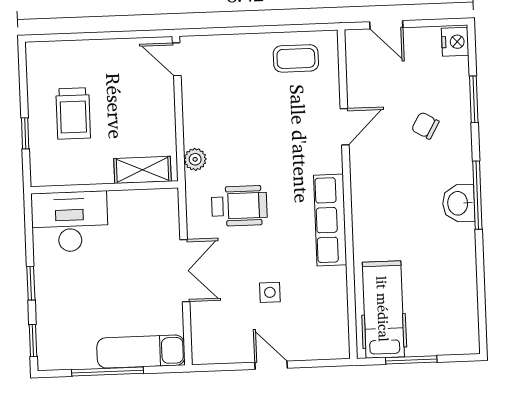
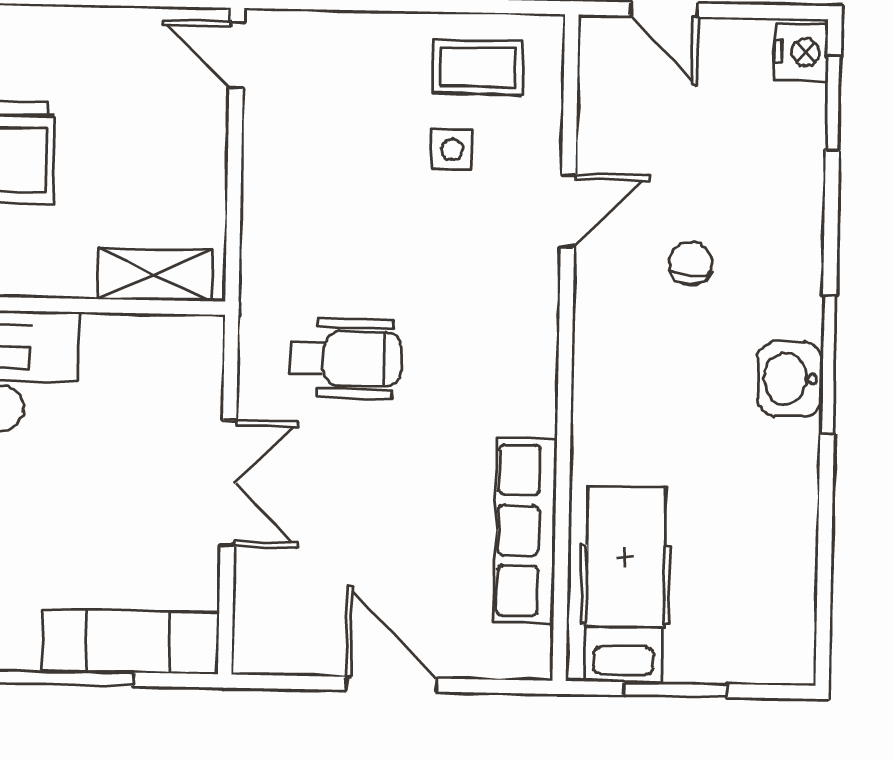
window: (474, 99) -> (833, 103), moved
chair: (425, 126) -> (691, 263), moved, turned 60
plant: (195, 159) -> (262, 259), removed
row of seats: (330, 220) -> (526, 530), moved
side table: (270, 292) -> (452, 149), moved
door: (271, 365) -> (392, 684), width x1.38

